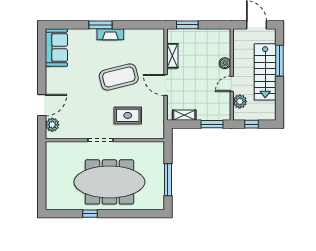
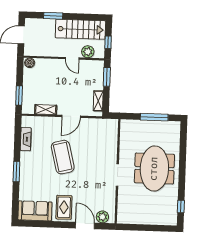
fireplace: (110, 34) -> (26, 139), moved
window: (280, 61) -> (53, 16), width x0.69
boiler: (225, 63) -> (30, 63), moved
stairs: (265, 72) -> (80, 29), moved
rug: (128, 115) -> (64, 207), moved
meeting table: (109, 182) -> (154, 169), width x0.73
window: (90, 214) -> (181, 206), moved

